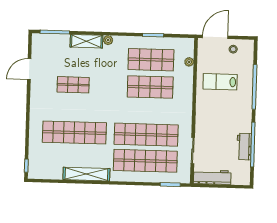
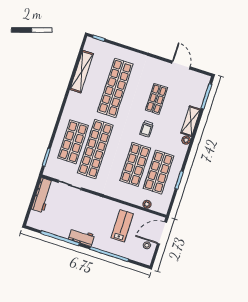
door: (215, 37) -> (162, 233), swing flipped
trolley: (108, 86) -> (147, 129), added
workbench: (244, 147) -> (81, 237), moved
shop shelf: (145, 161) -> (73, 142), width x0.71
shelving: (86, 174) -> (82, 72), moved

